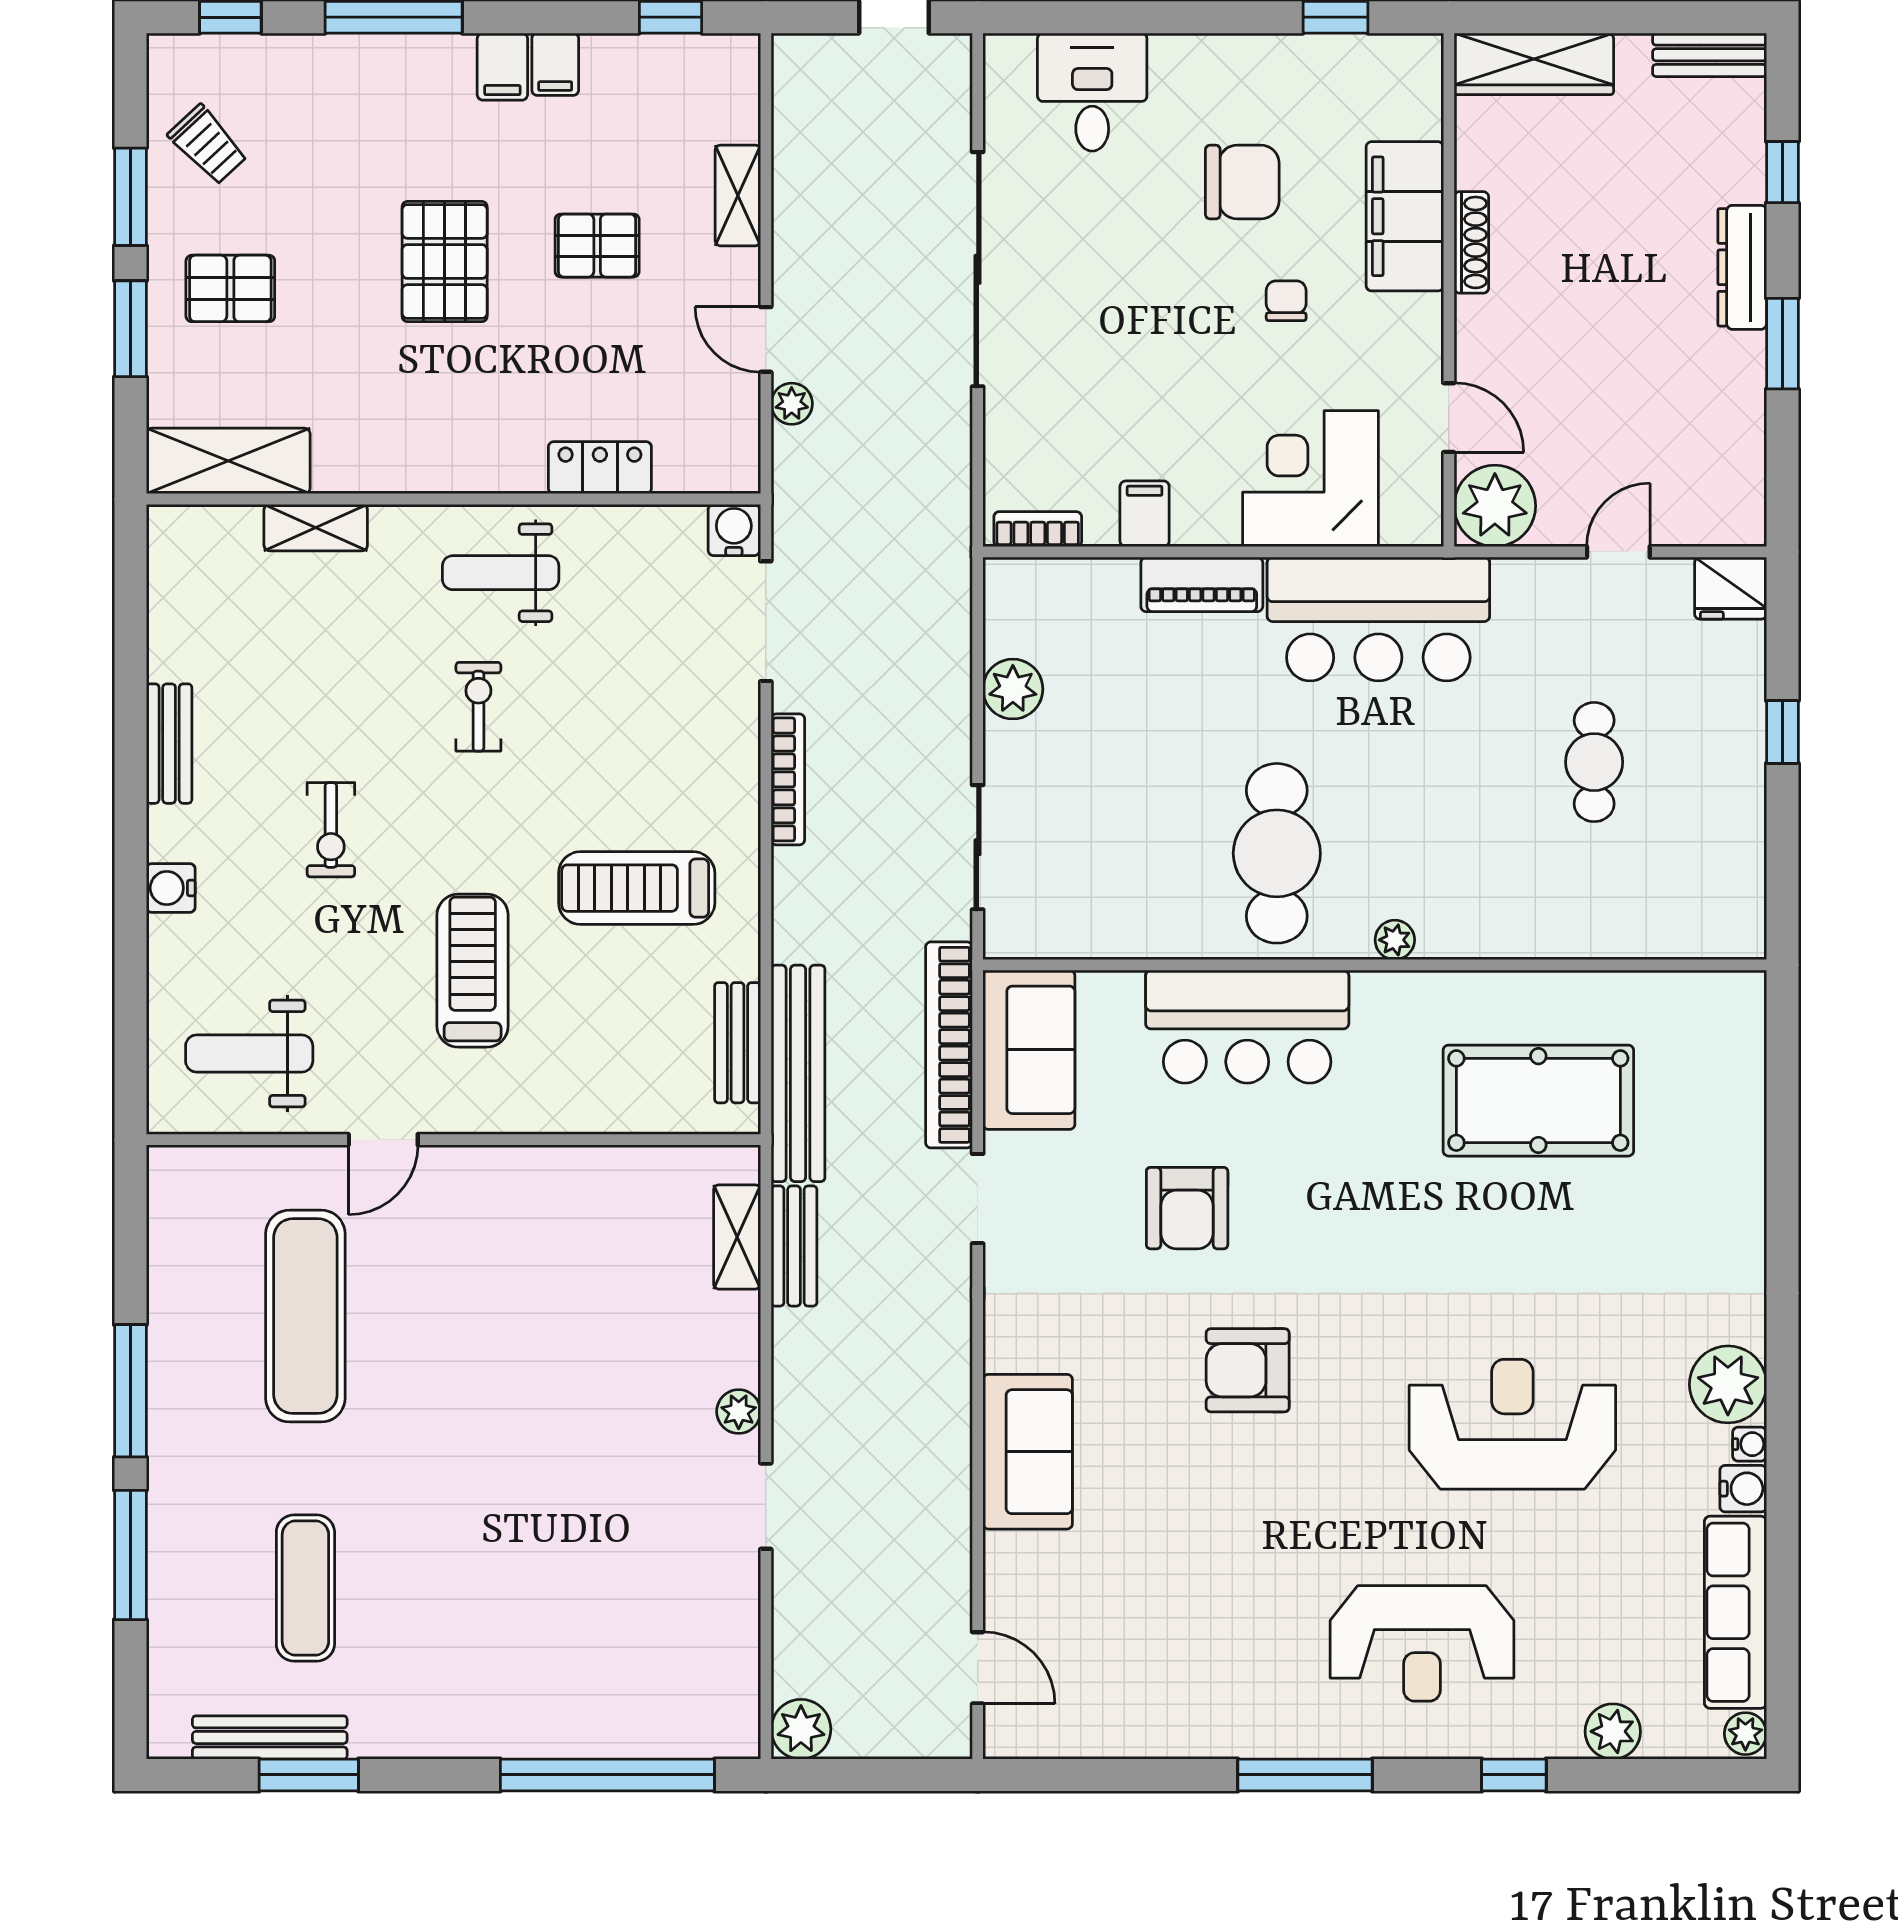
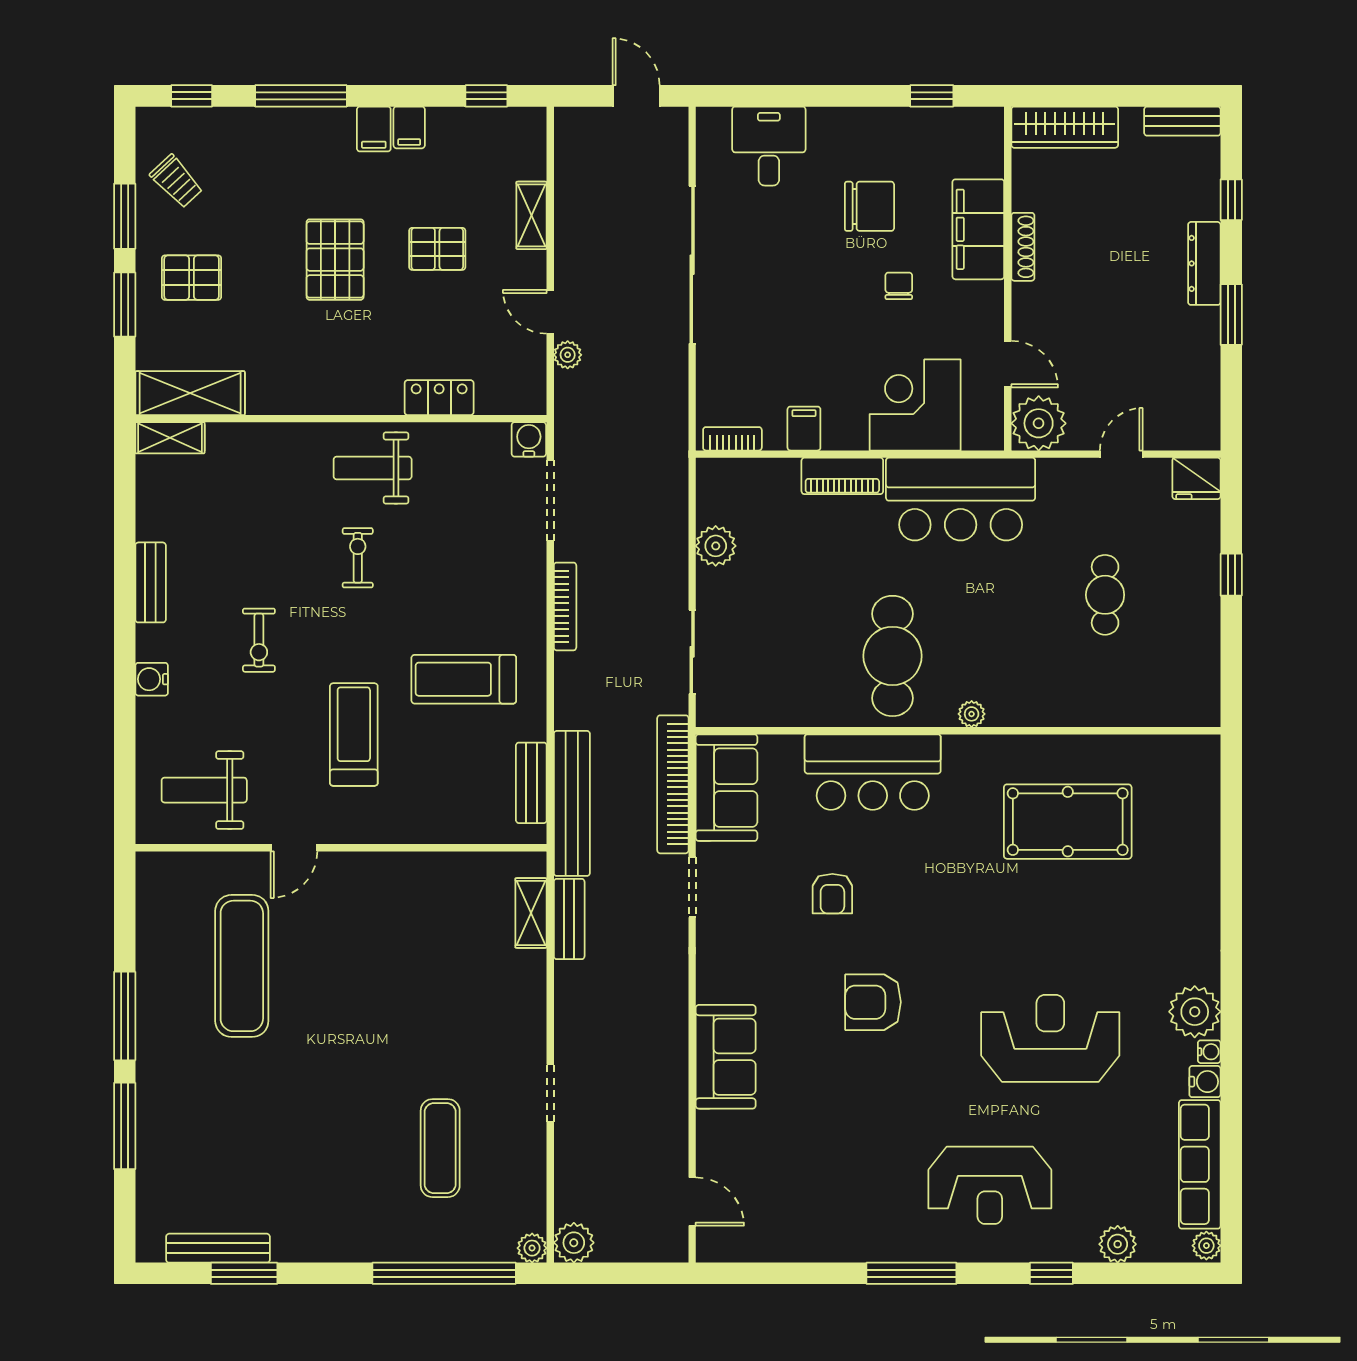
shelving: (316, 528) -> (170, 438), moved
armchair: (1187, 1208) -> (832, 894), width x0.72, depth x0.72
plant: (739, 1412) -> (532, 1248), moved
exercise mat: (305, 1588) -> (440, 1148), moved

